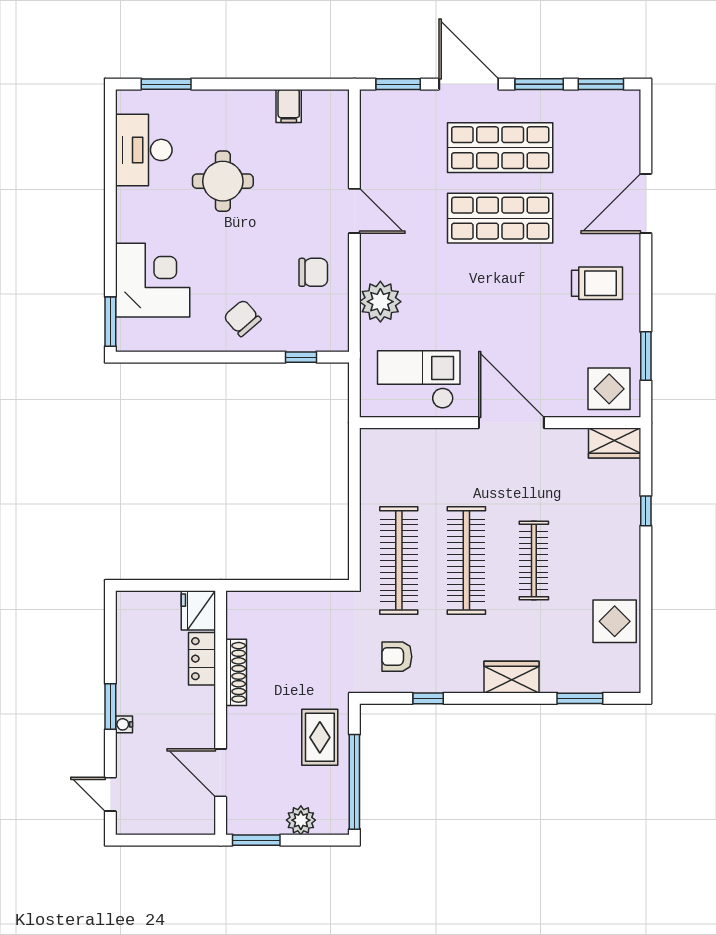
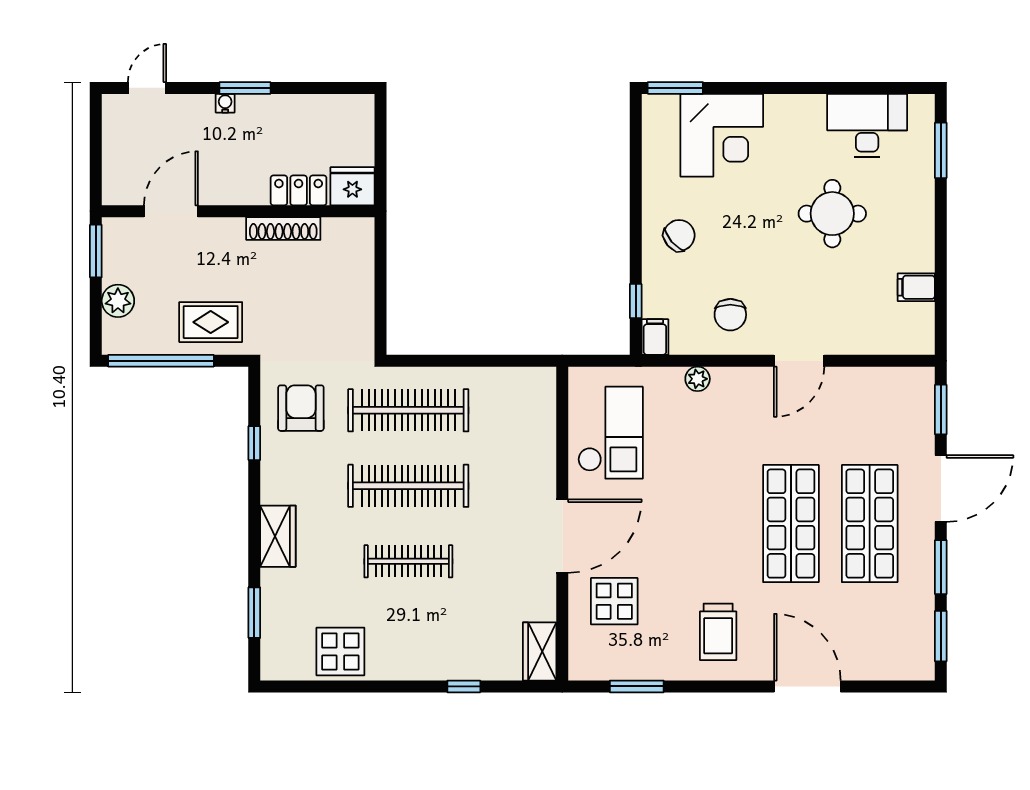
plant: (380, 302) -> (698, 379), width x0.53, depth x0.53
filing cabinet: (333, 340) -> (655, 337), added
display table: (609, 389) -> (614, 601), moved
armchair: (397, 657) -> (301, 408), width x1.38, depth x1.38

